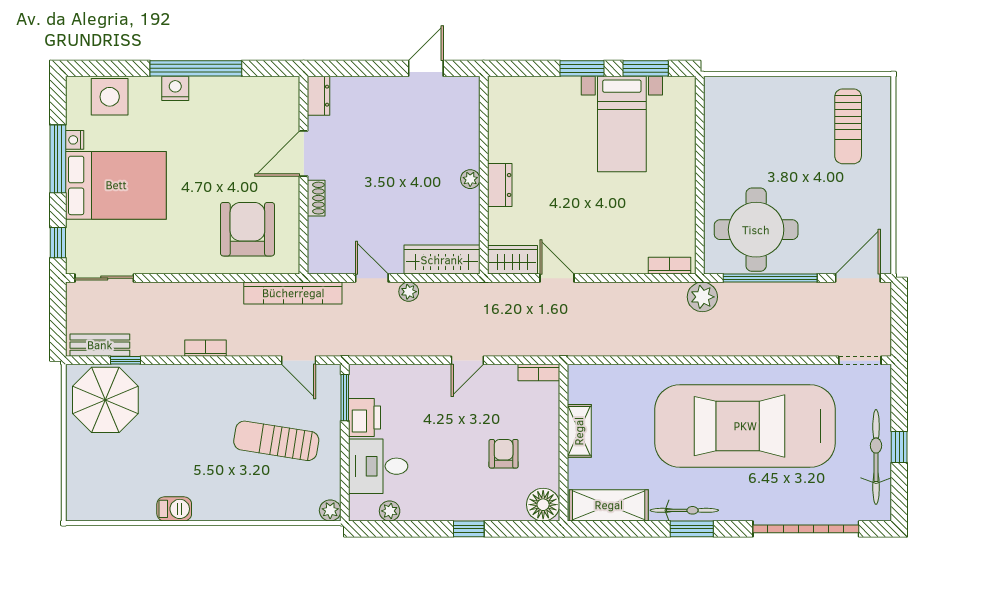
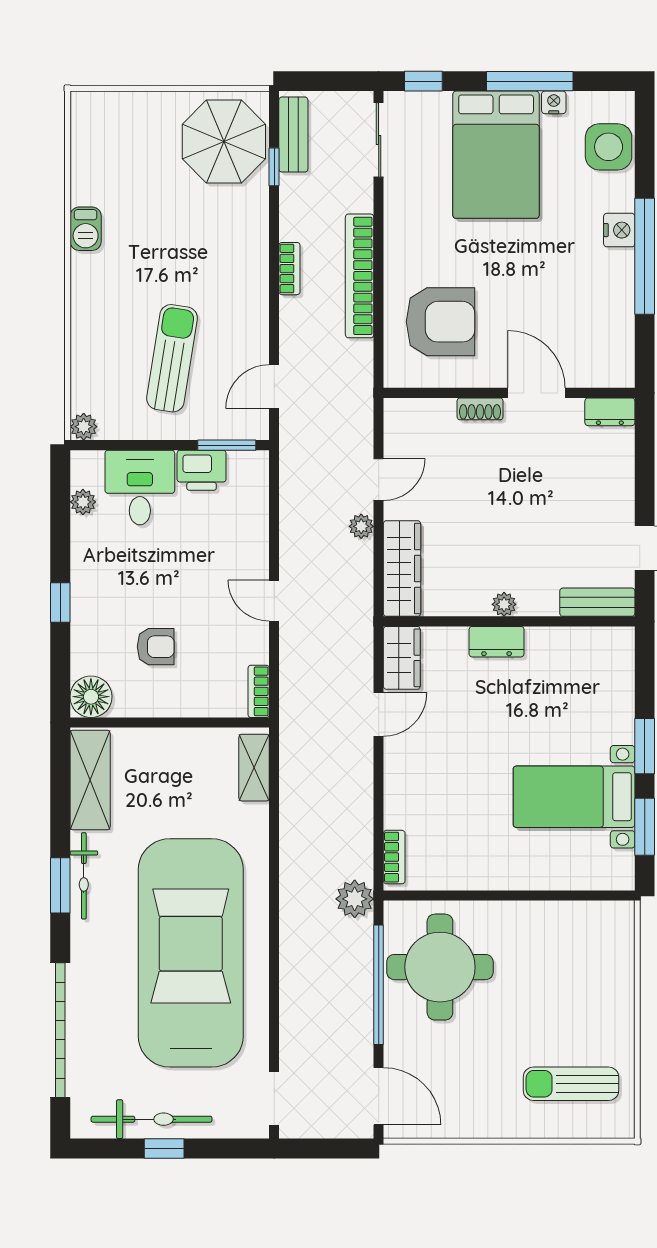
bench: (469, 106) -> (597, 602), added
bookcase: (293, 293) -> (360, 276), moved
shelving: (579, 431) -> (254, 768), moved, turned 90

